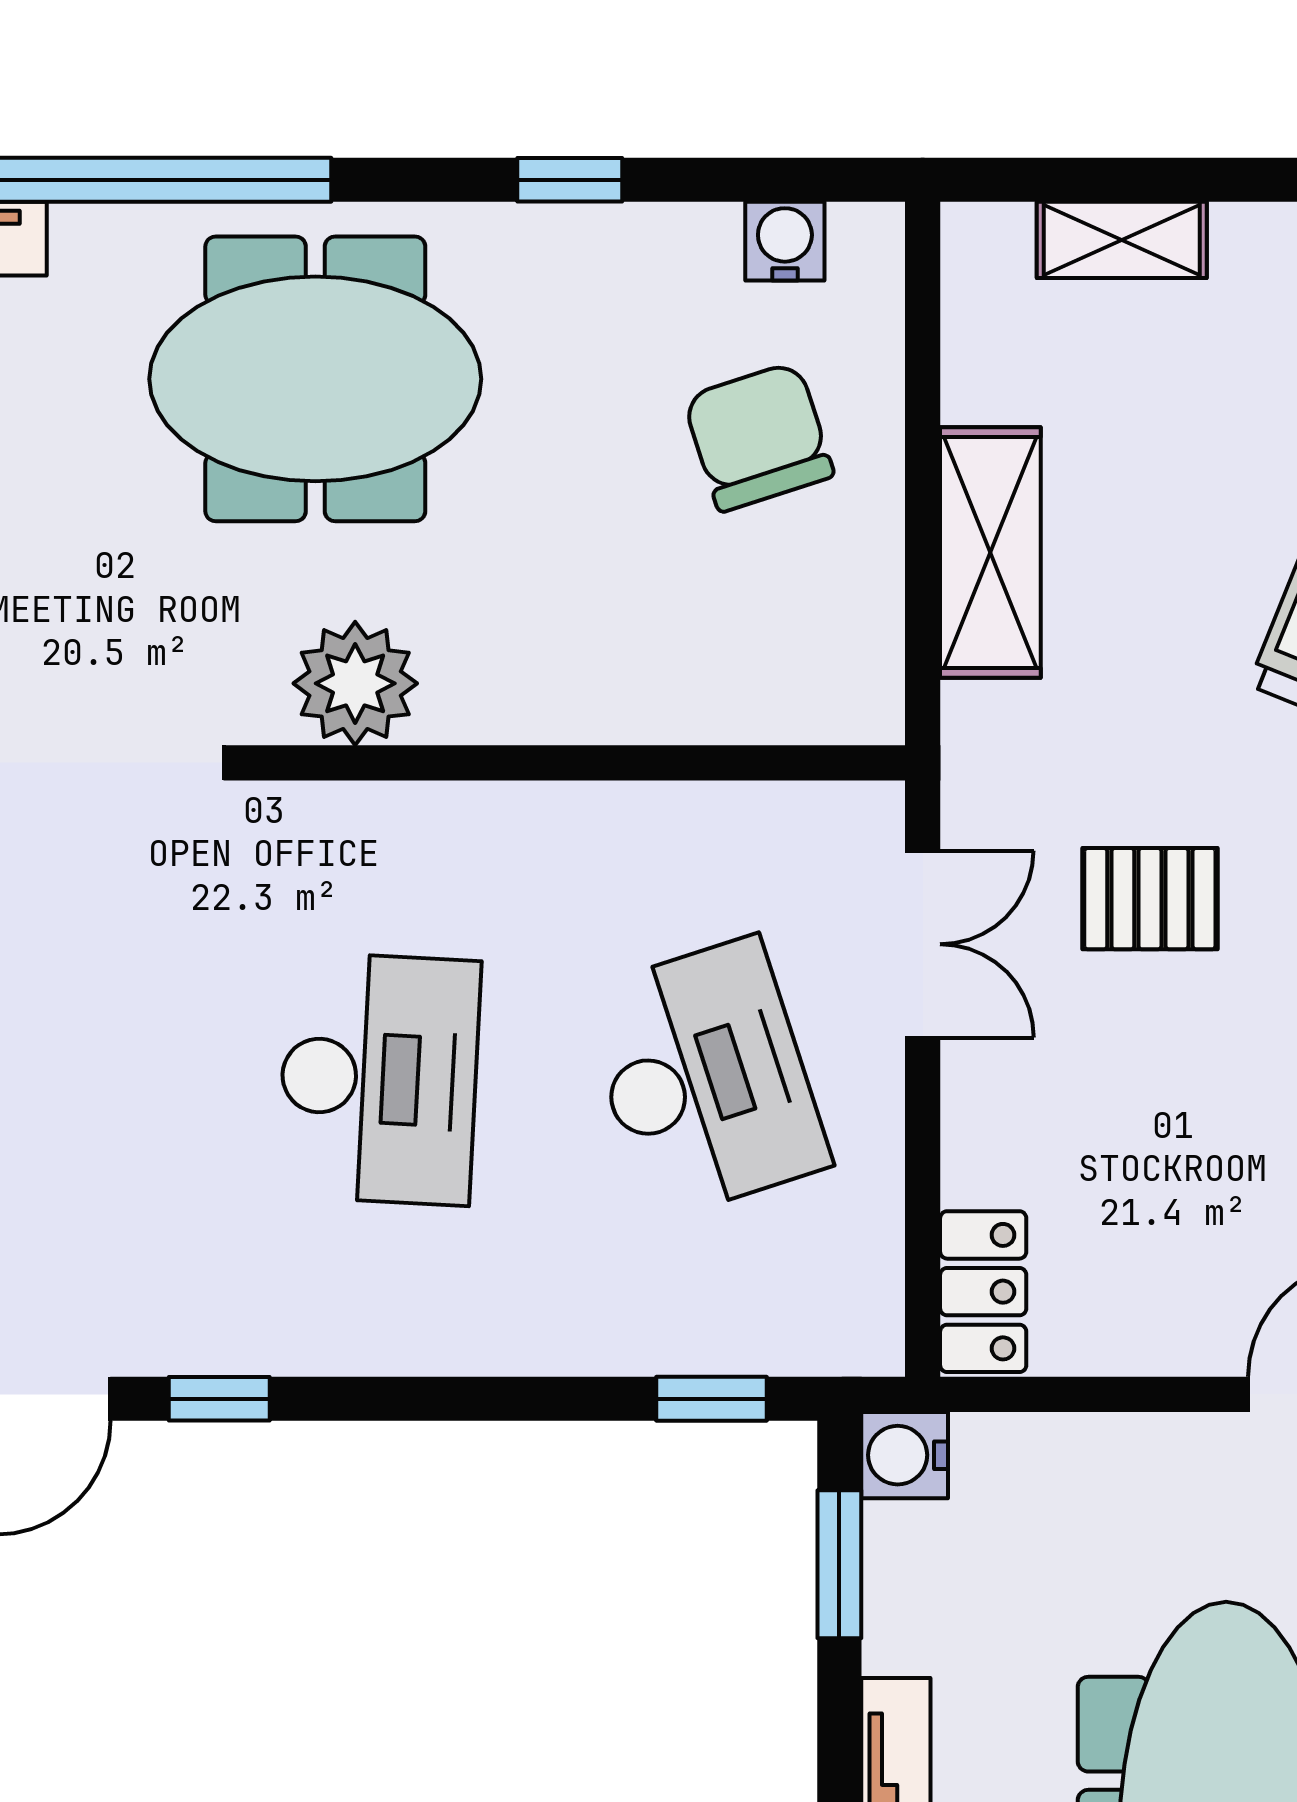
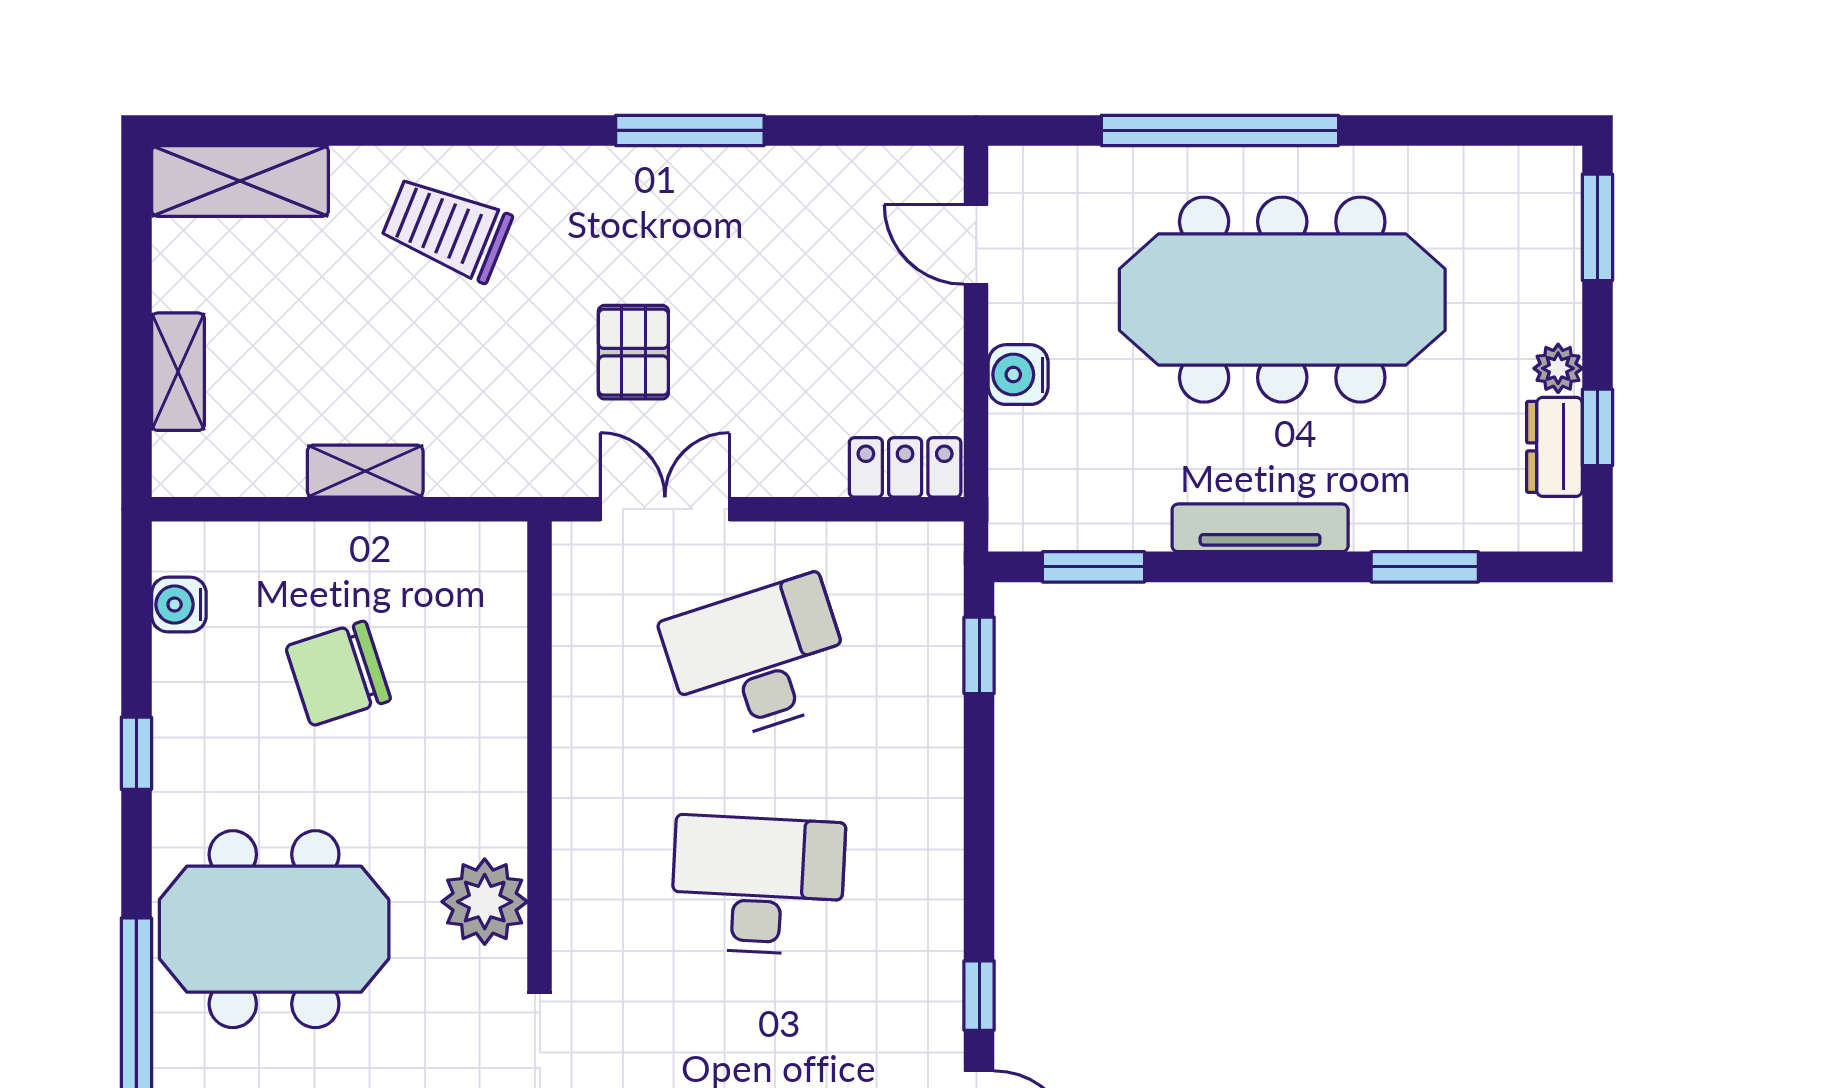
meeting table: (315, 379) -> (274, 929), turned 90
chair: (758, 437) -> (338, 673), moved
shelving: (990, 553) -> (365, 471), width x0.67, depth x0.75
water cooler: (905, 1455) -> (1018, 375), moved, turned 90

